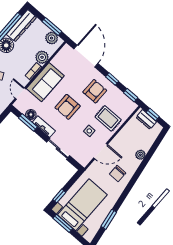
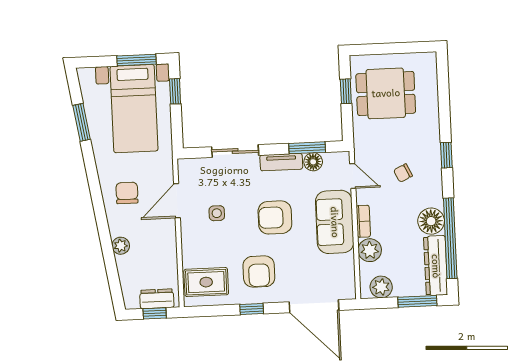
window: (52, 27) -> (417, 301), moved
window: (131, 95) -> (207, 311), removed
armchair: (68, 107) -> (275, 217), turned -90
rug: (108, 118) -> (206, 282), moved

